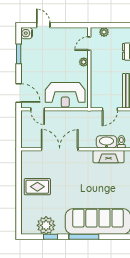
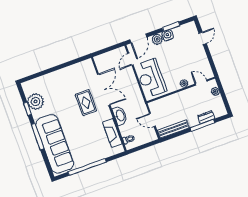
water cooler: (27, 33) -> (168, 35), moved
plant: (27, 73) -> (157, 39), added
washbasin: (106, 142) -> (120, 116), moved
rug: (37, 187) -> (86, 103), moved

